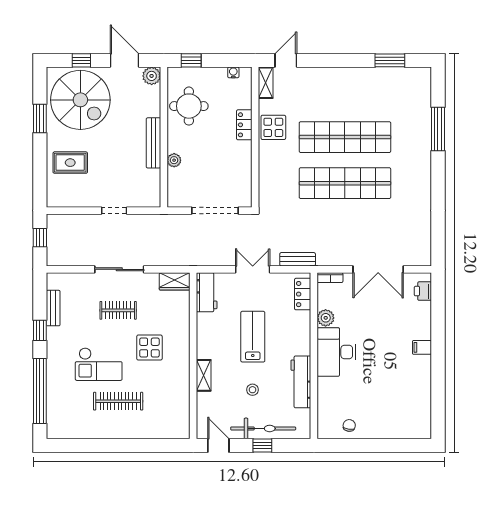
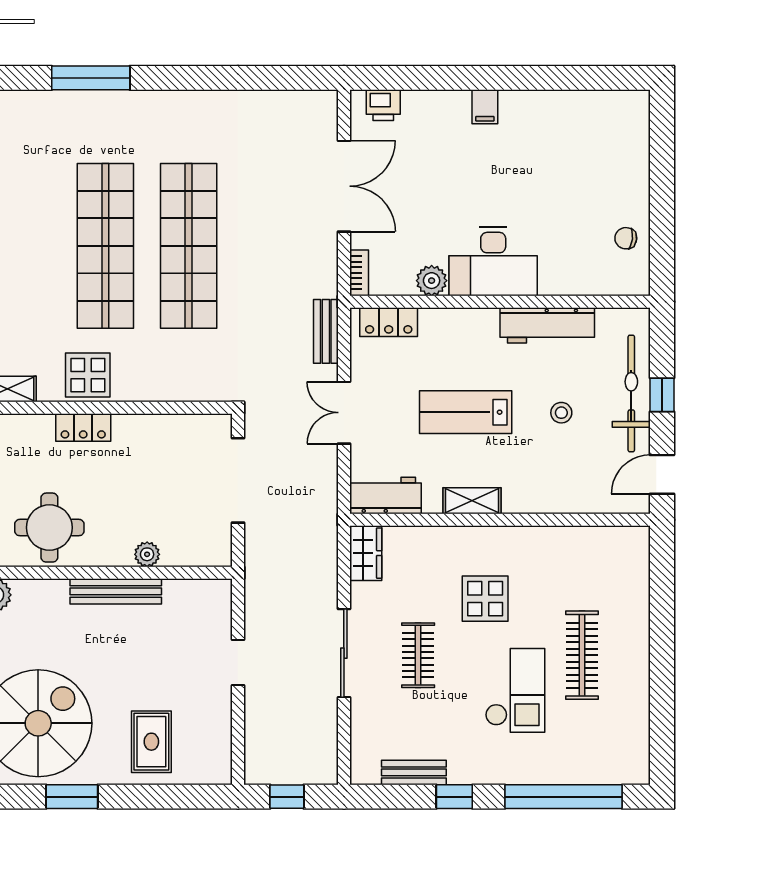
shelving: (204, 375) -> (472, 501), moved

